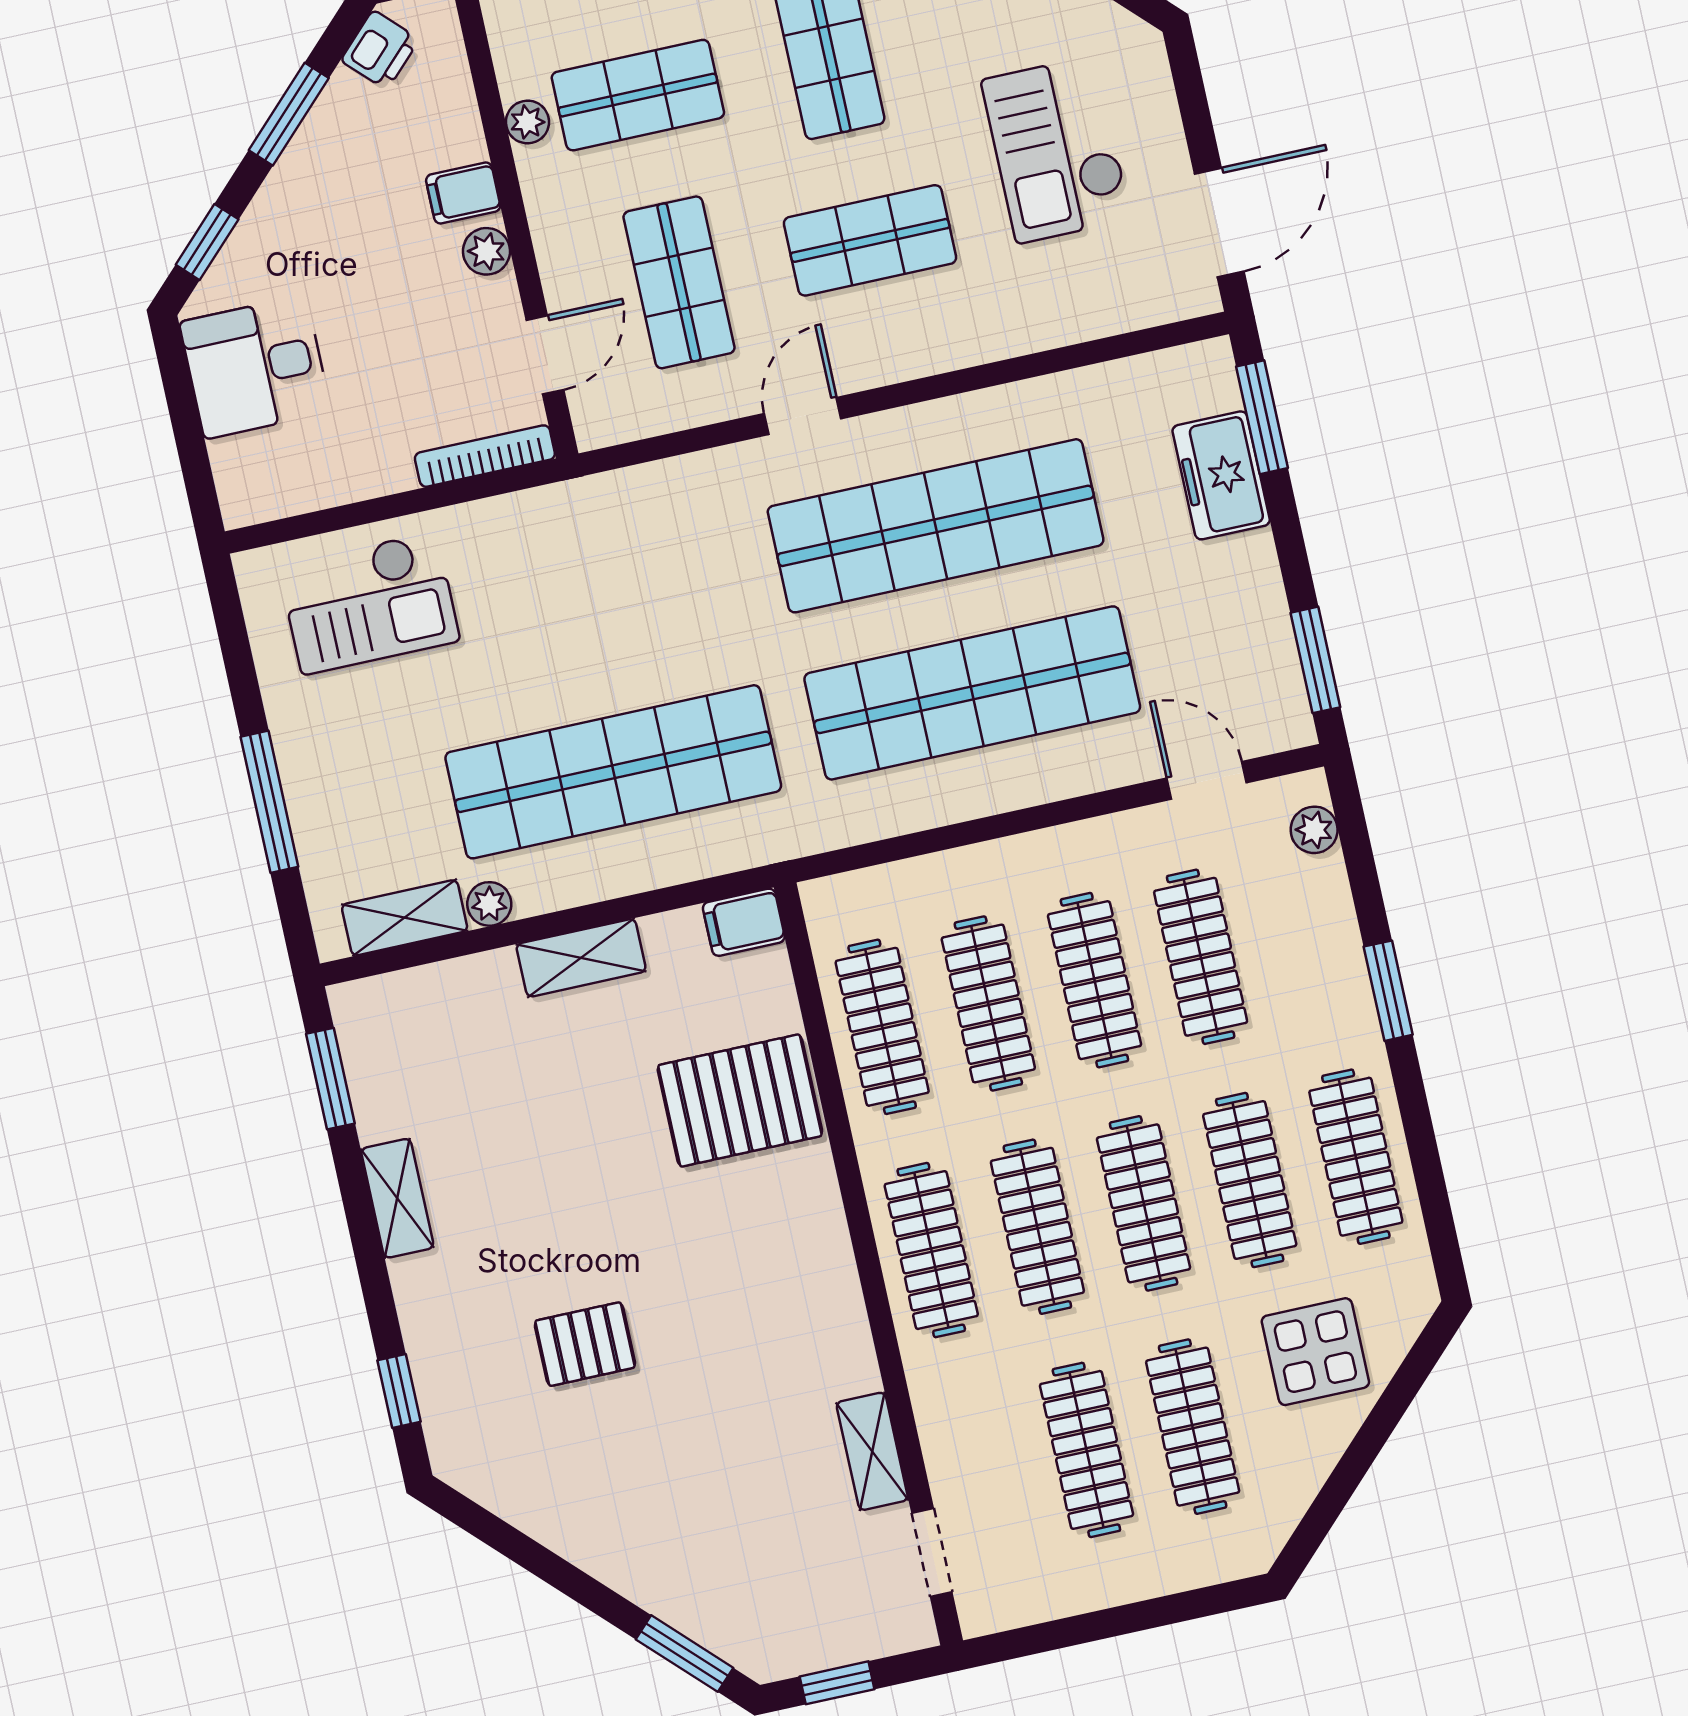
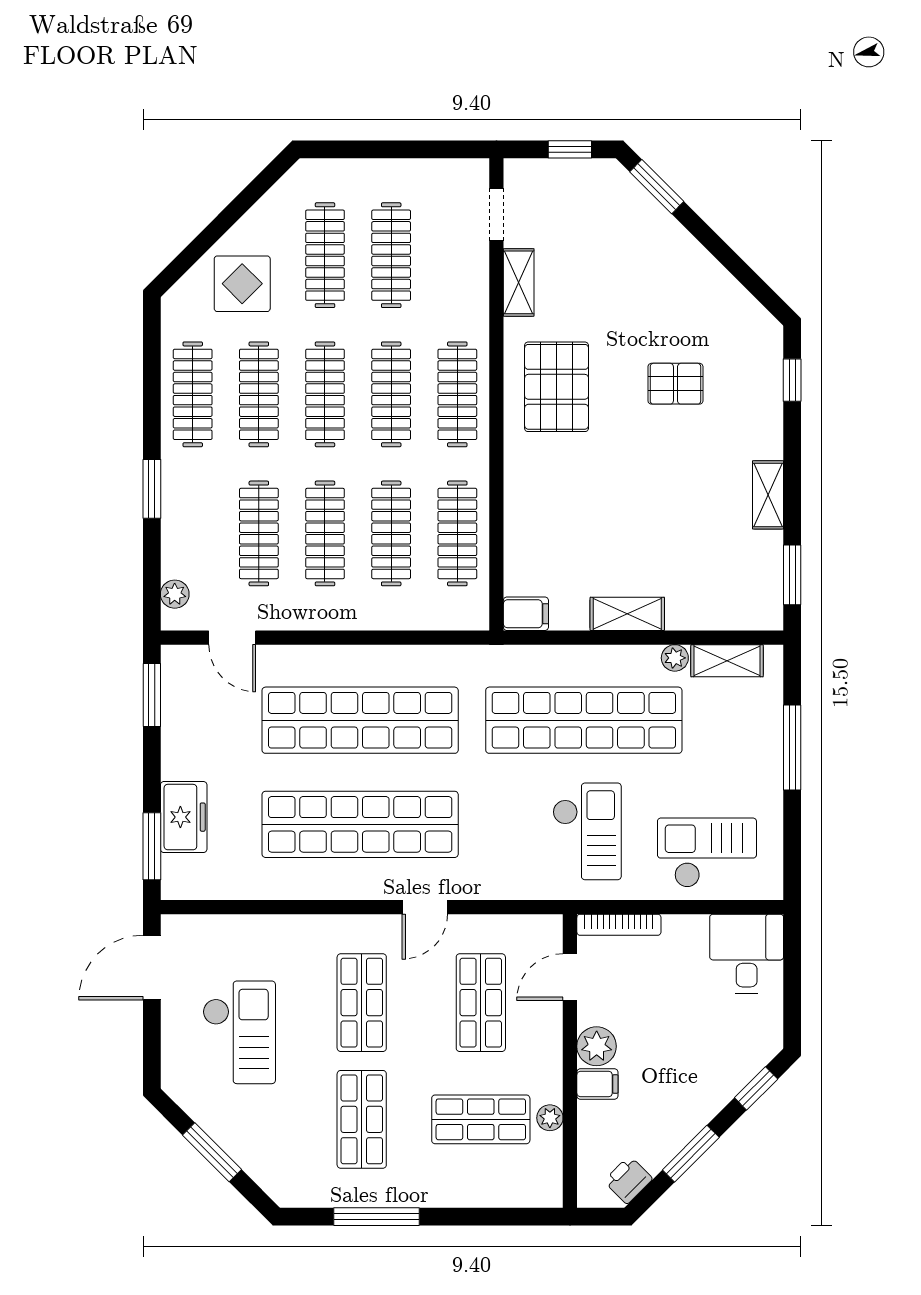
shop shelf: (870, 240) -> (362, 1003), turned 90
plant: (486, 251) -> (597, 1046), width x1.38, depth x1.38
desk: (255, 367) -> (747, 954), moved, turned -90
checkout: (569, 595) -> (587, 831), added
pallet: (740, 1101) -> (557, 387), moved, turned 90

